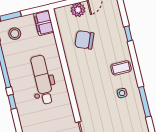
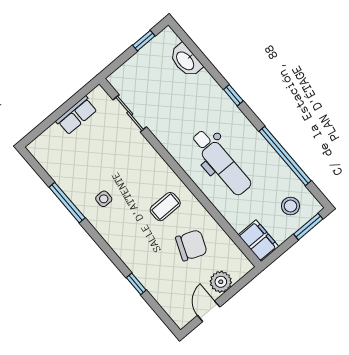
coffee table: (121, 68) -> (165, 207), moved
window: (12, 102) -> (233, 95), moved

